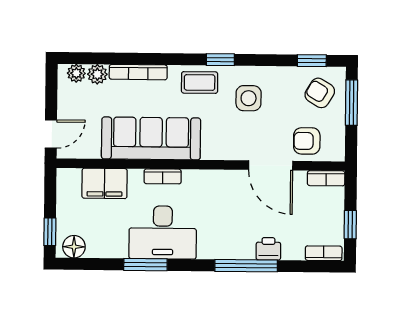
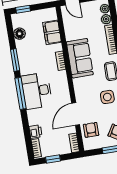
sofa: (151, 138) -> (80, 58), width x0.73
desk: (163, 232) -> (37, 91), moved
floor lamp: (74, 247) -> (20, 34), moved
printer: (268, 249) -> (36, 132), moved
window: (246, 266) -> (20, 93), moved

